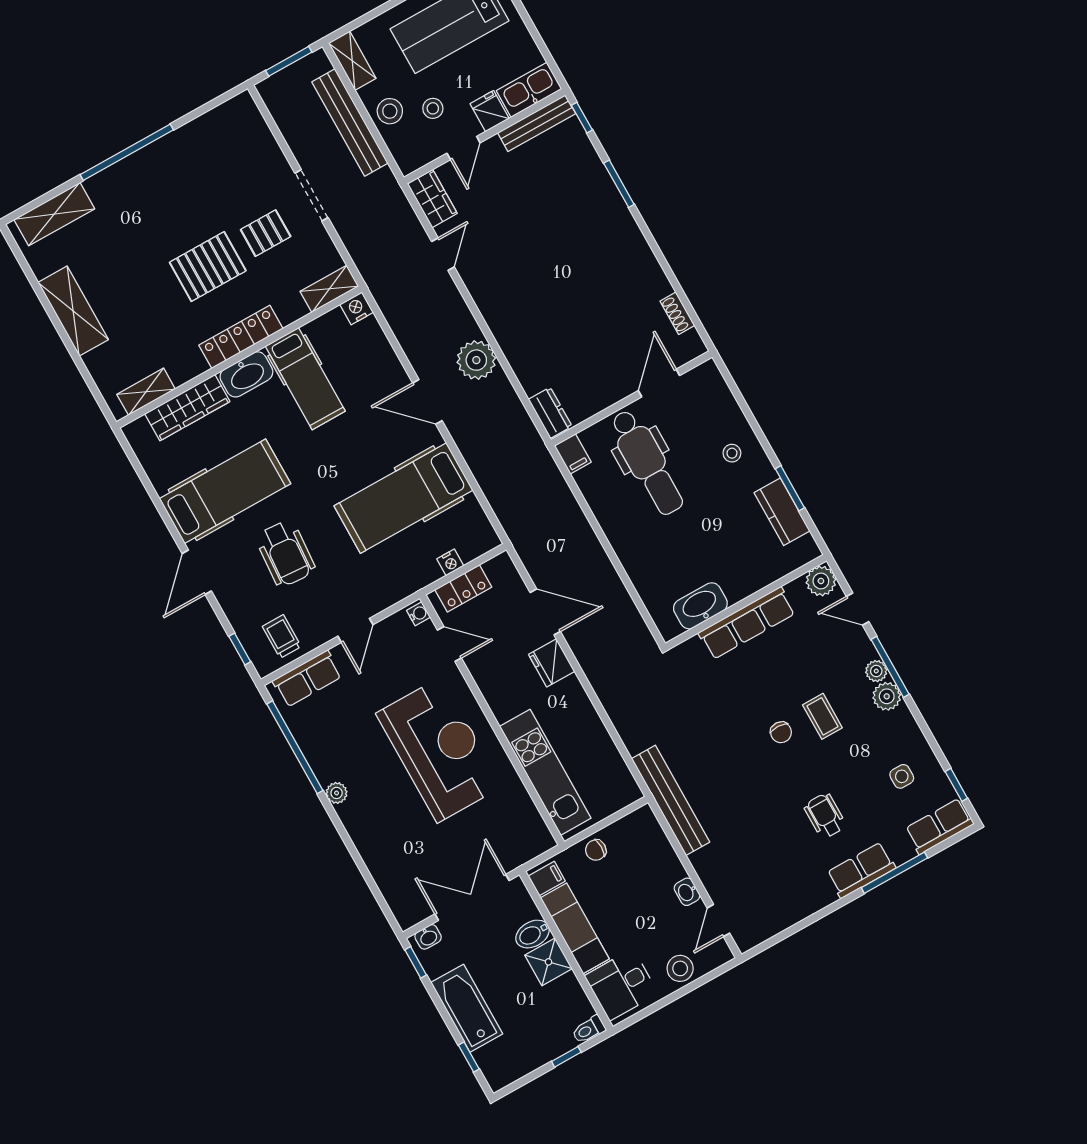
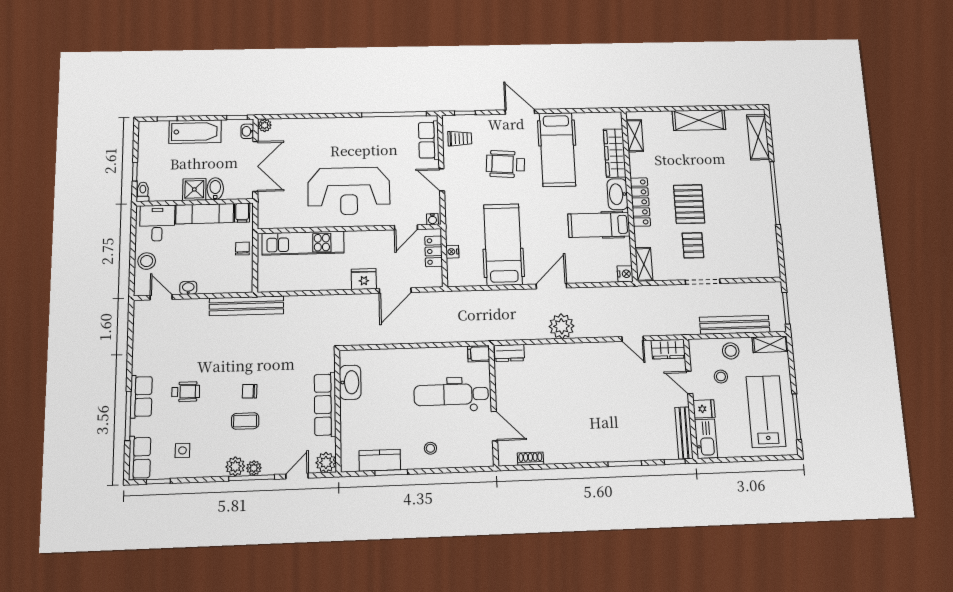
plant: (337, 793) -> (265, 125), moved

